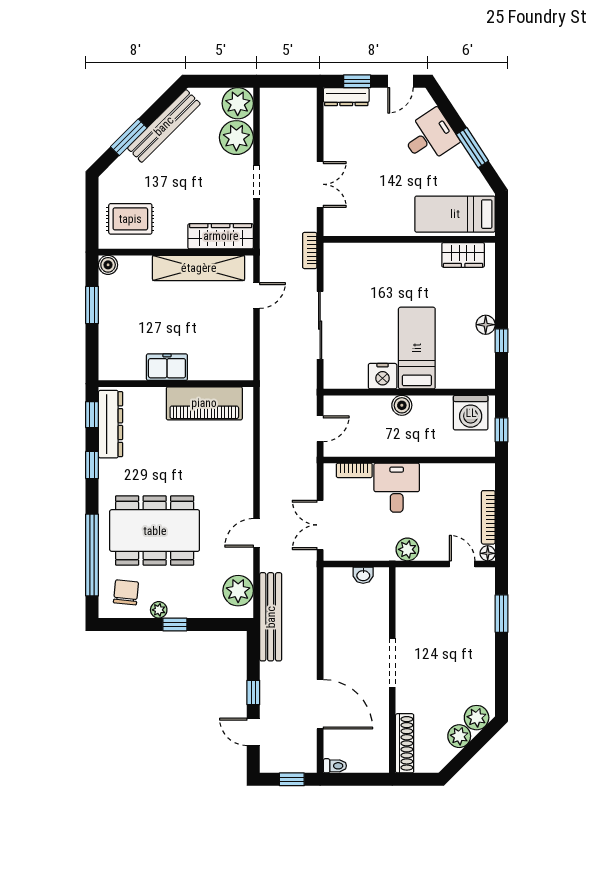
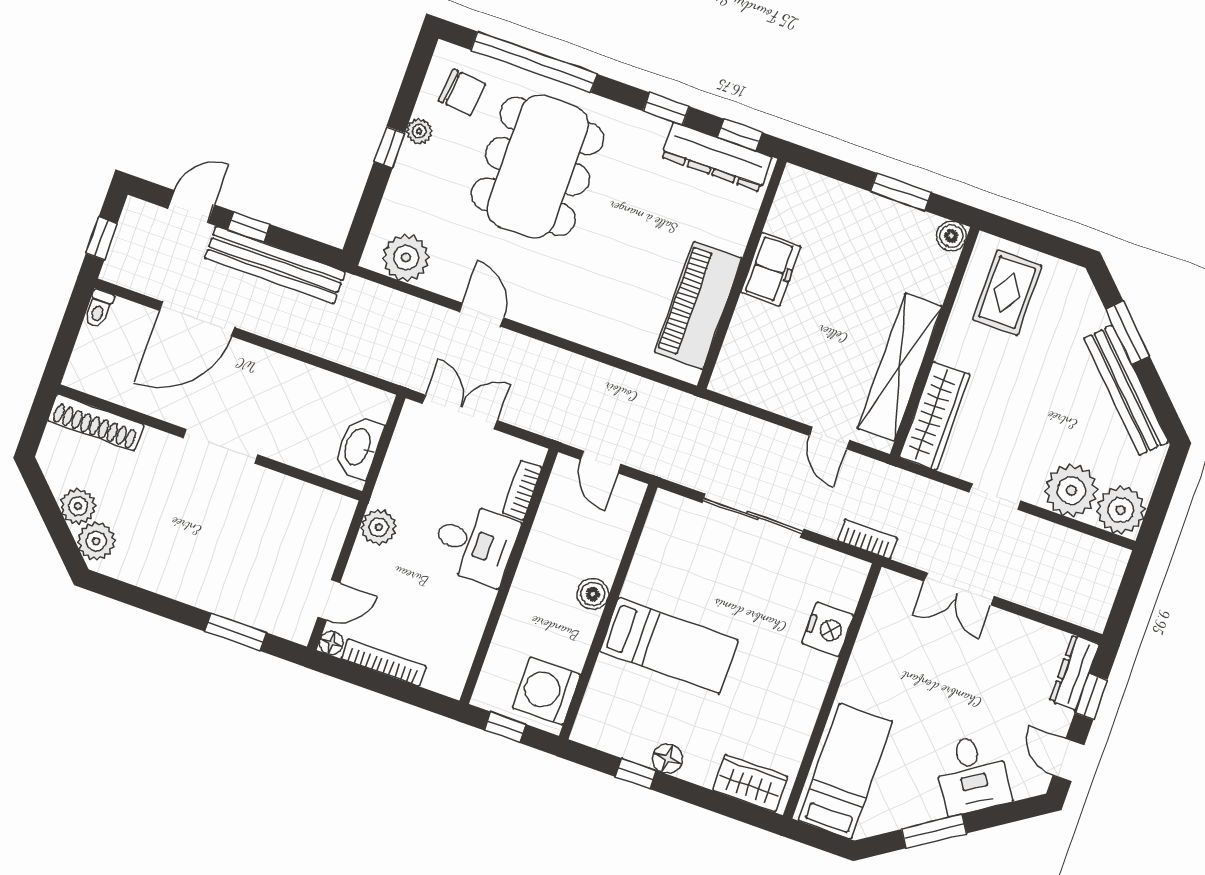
wardrobe: (463, 255) -> (750, 783), moved, turned 90
nightstand: (383, 376) -> (828, 629), moved, turned 180
washbasin: (363, 575) -> (358, 447), width x1.91, depth x1.45
bench: (271, 617) -> (275, 265), moved

